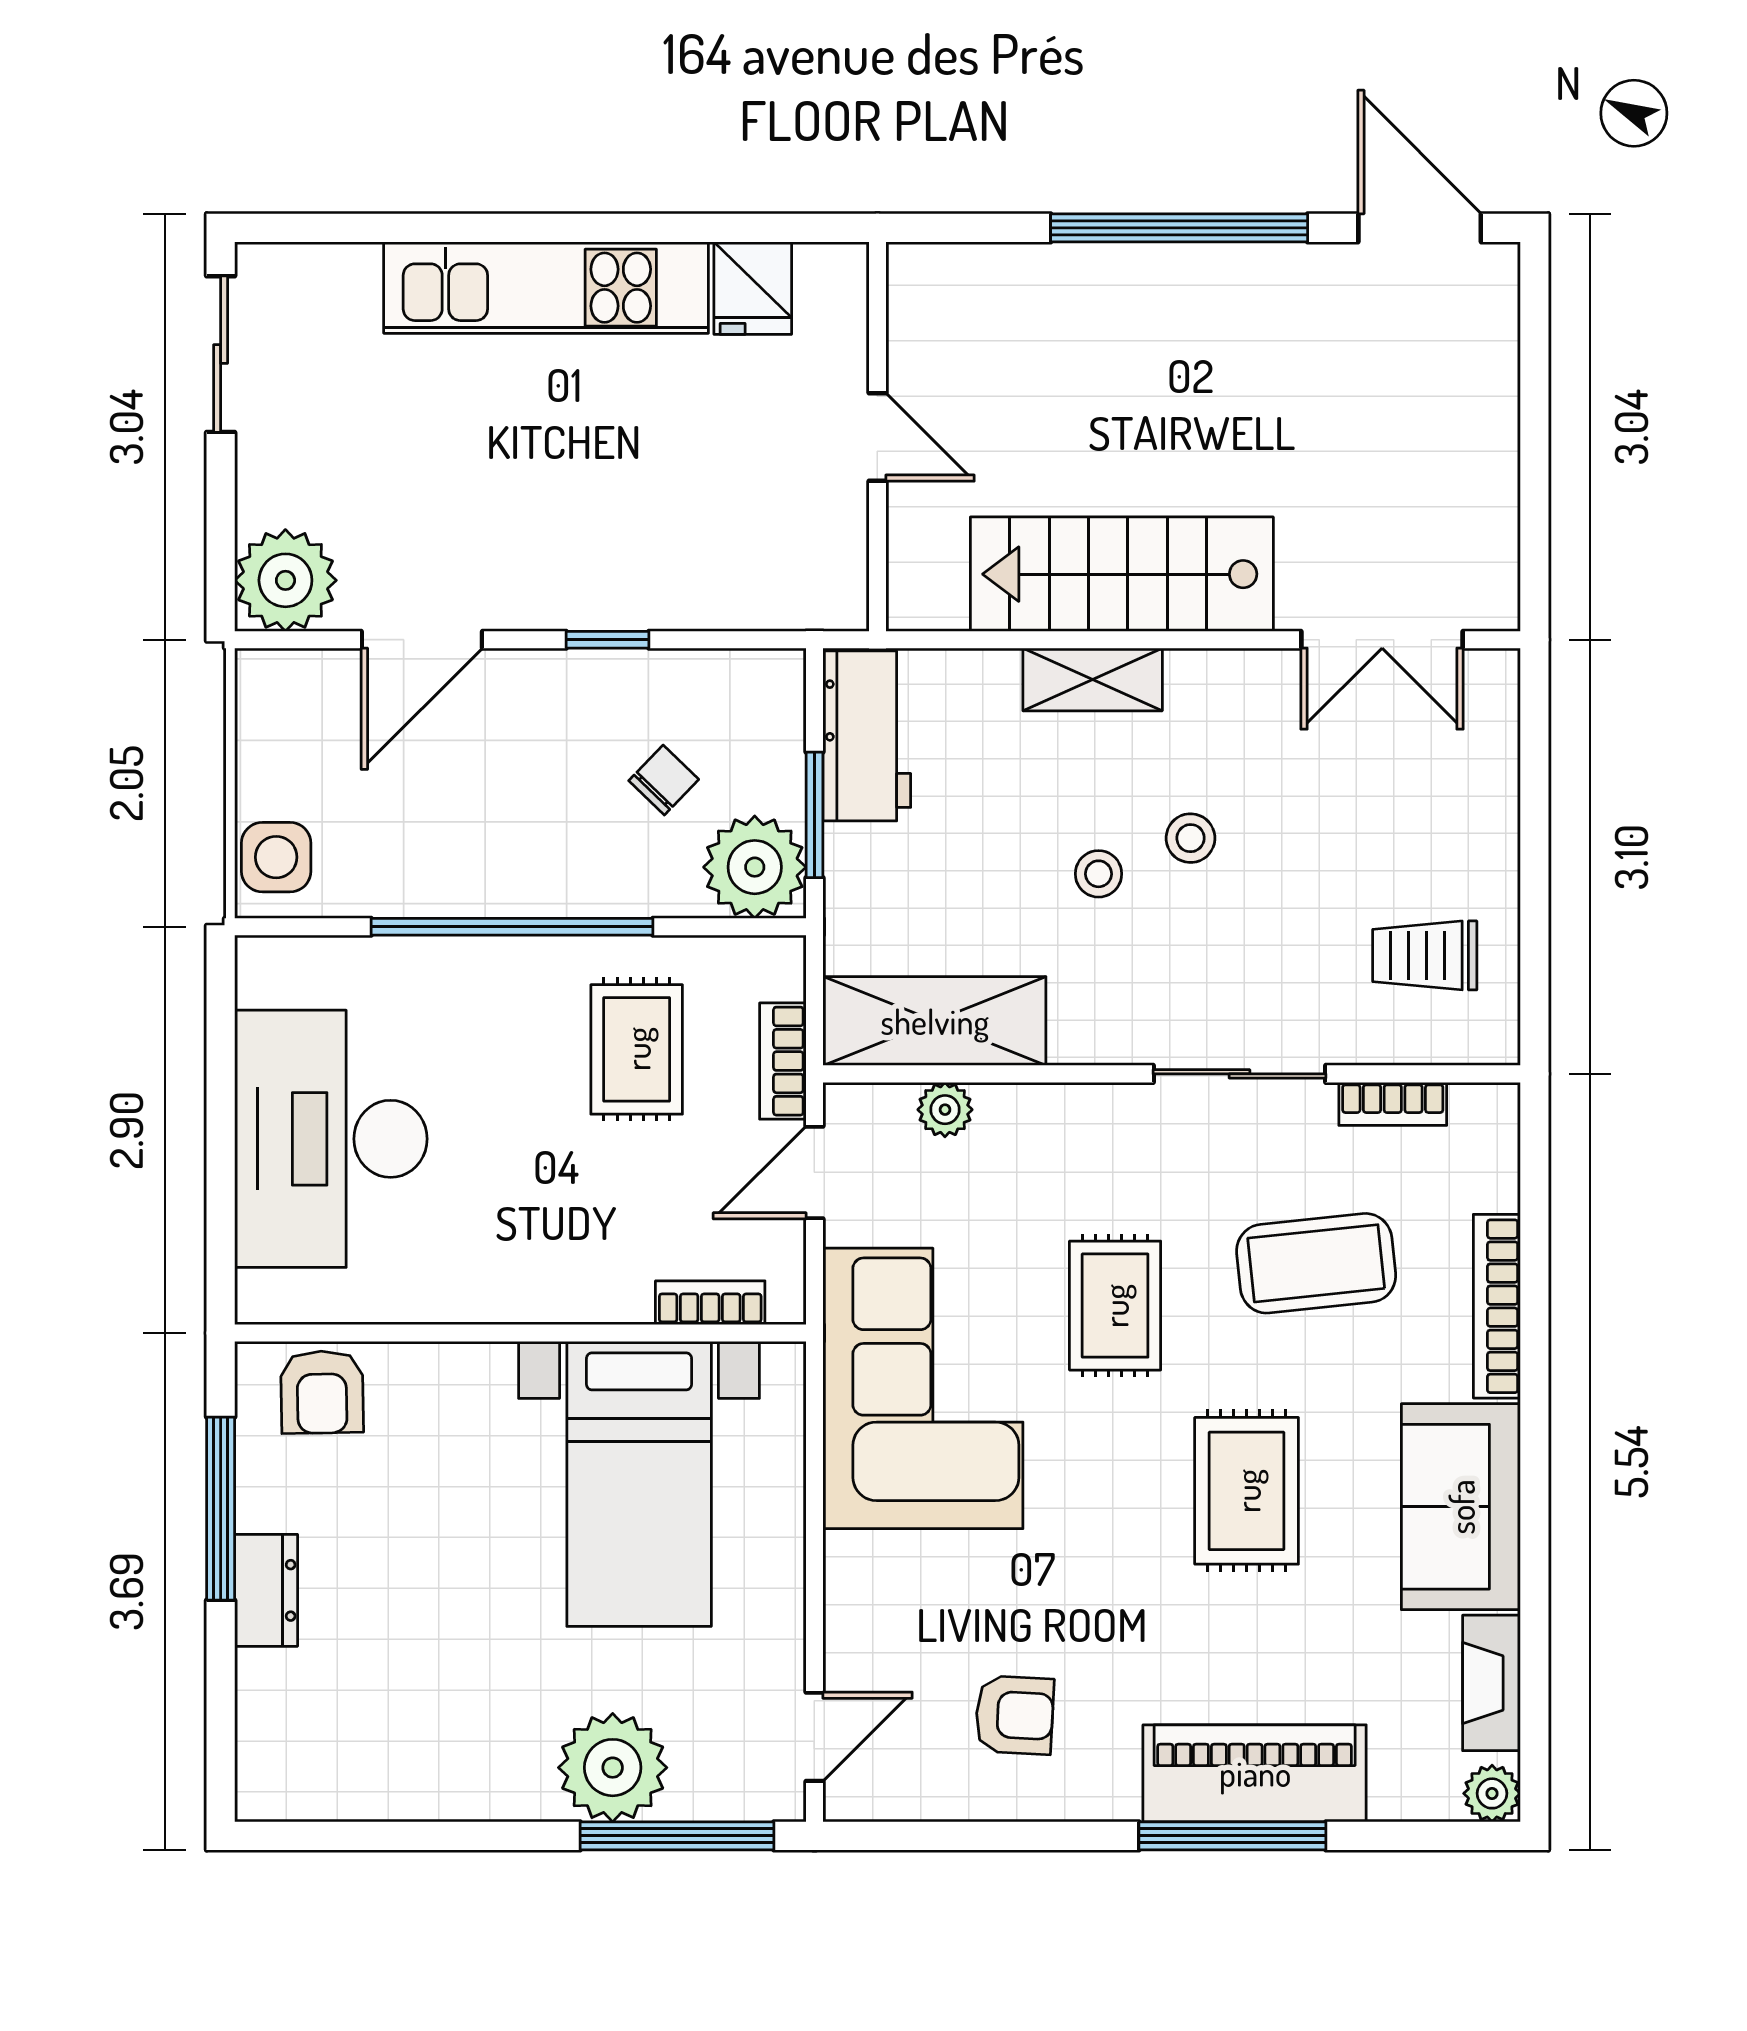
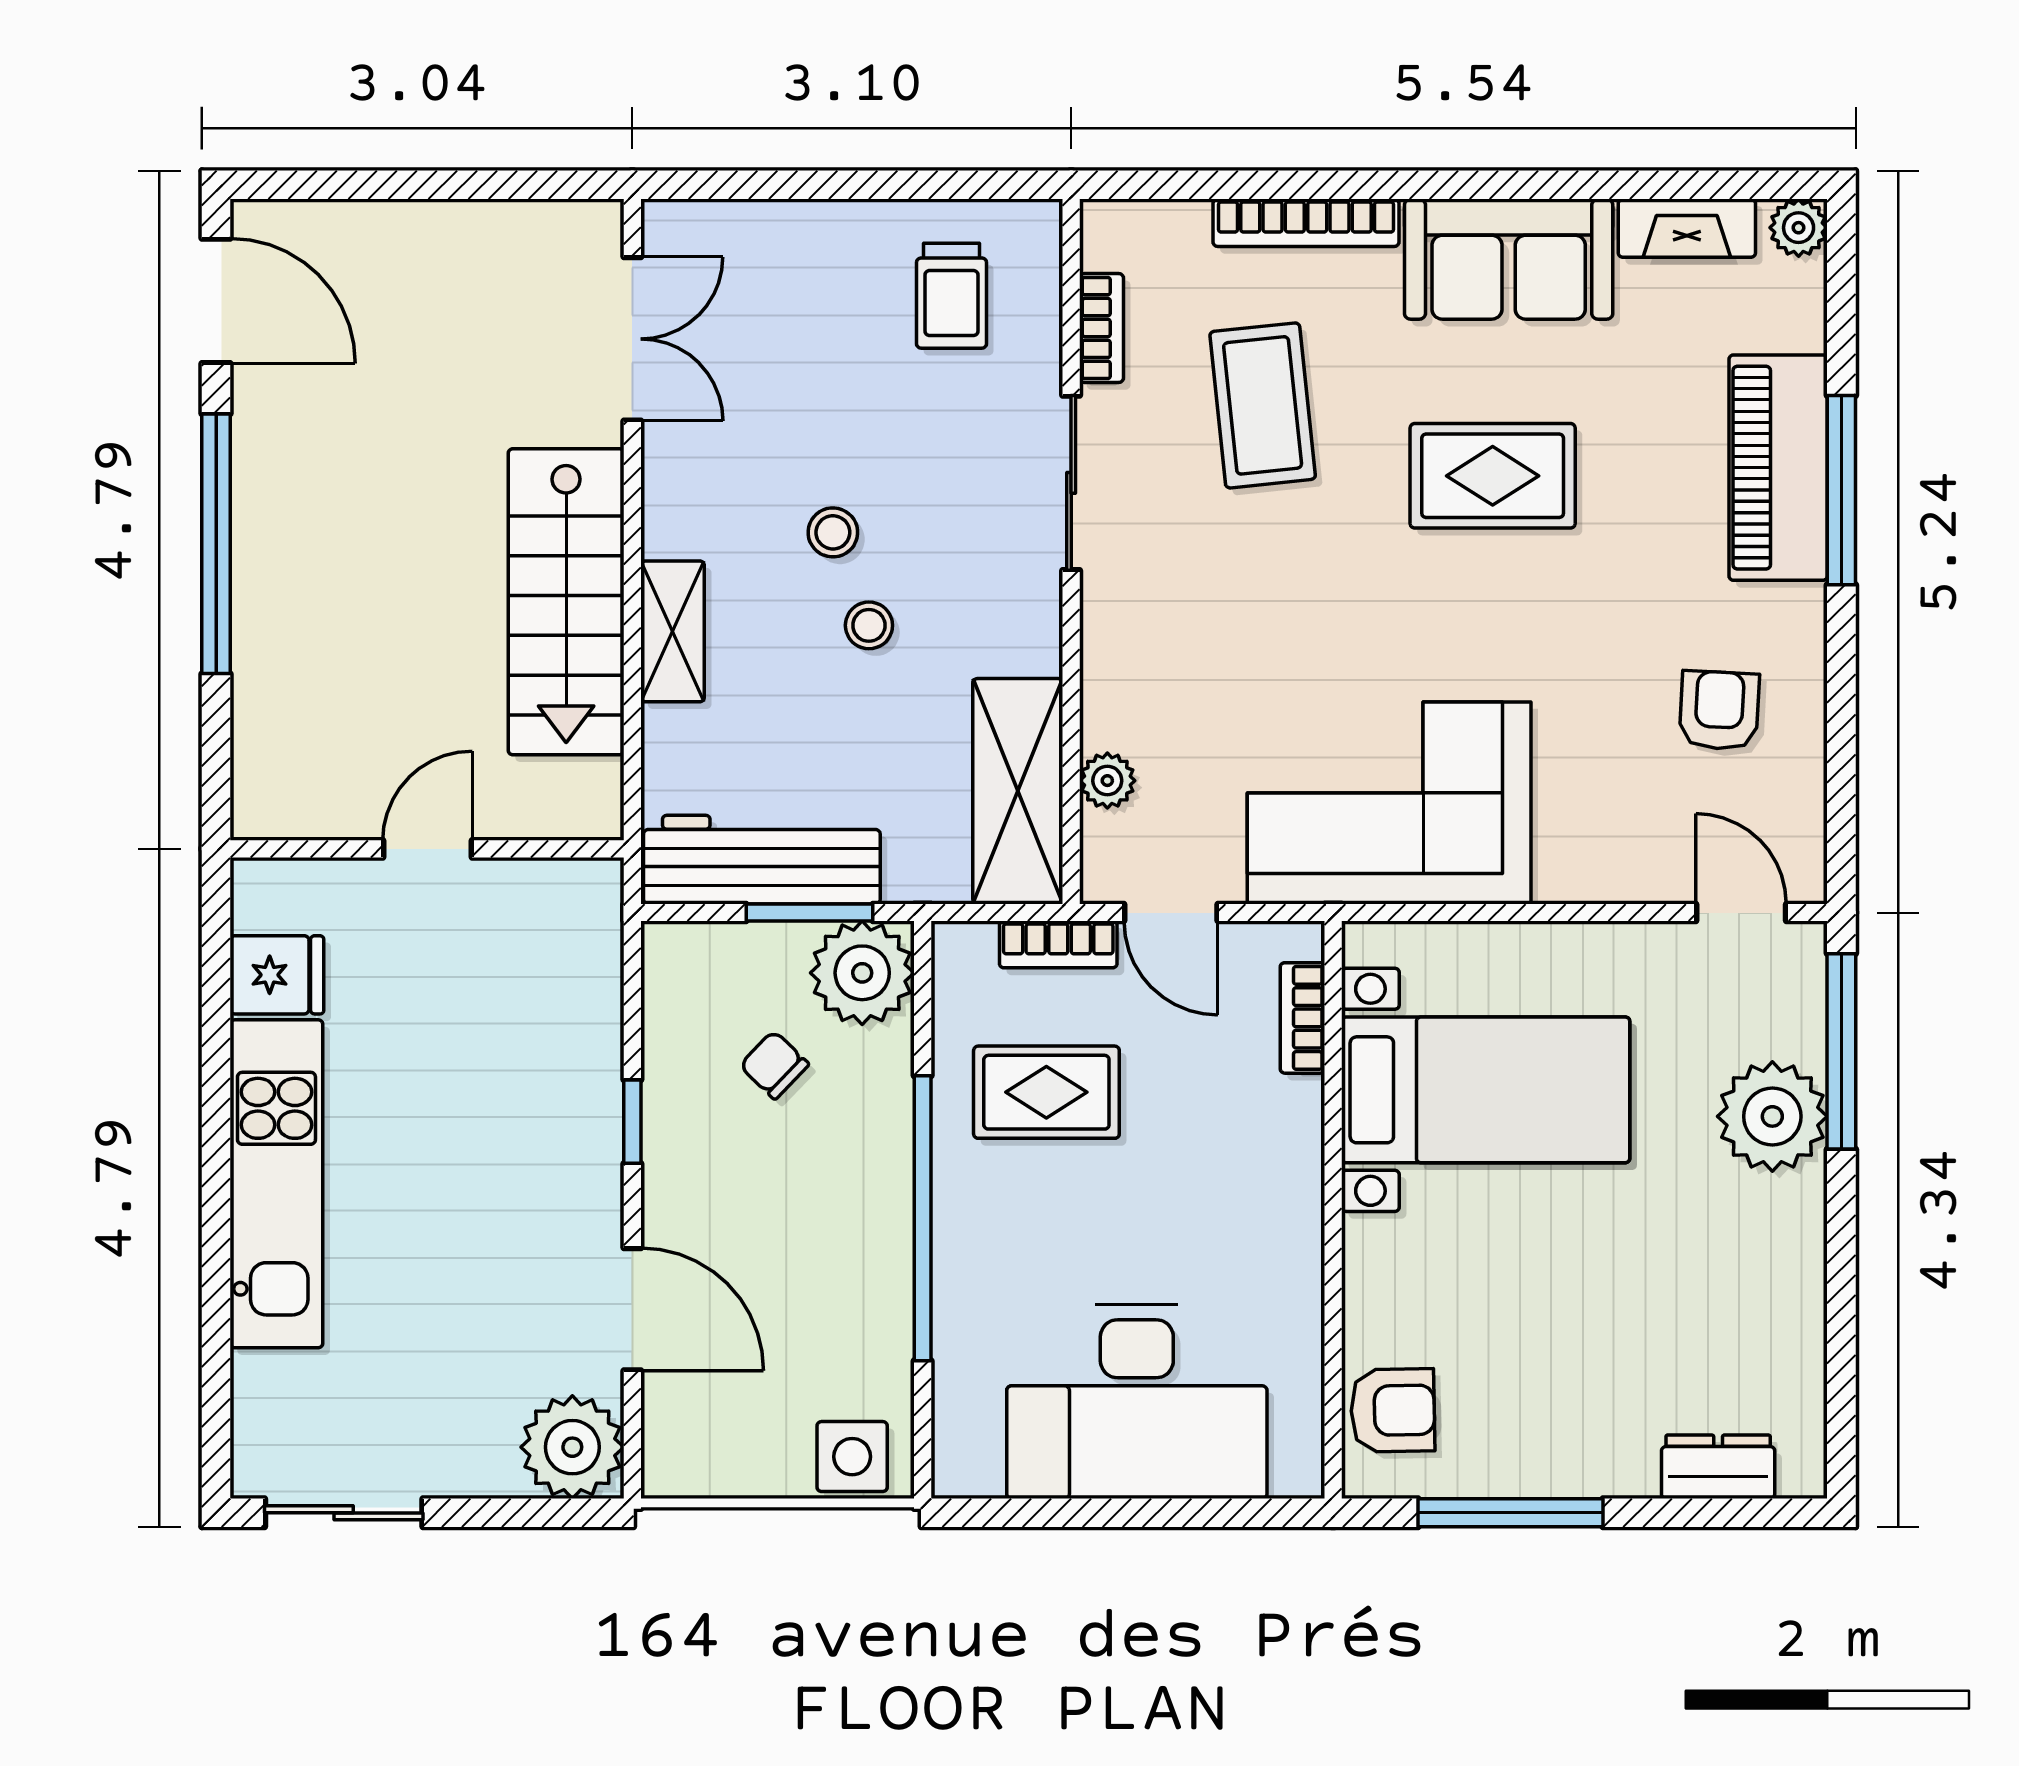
door: (1420, 228) -> (216, 301), swing flipped
workbench: (867, 736) -> (762, 860), width x1.38
rug: (1115, 1306) -> (1305, 609), removed
dresser: (266, 1590) -> (1718, 1467), moved

